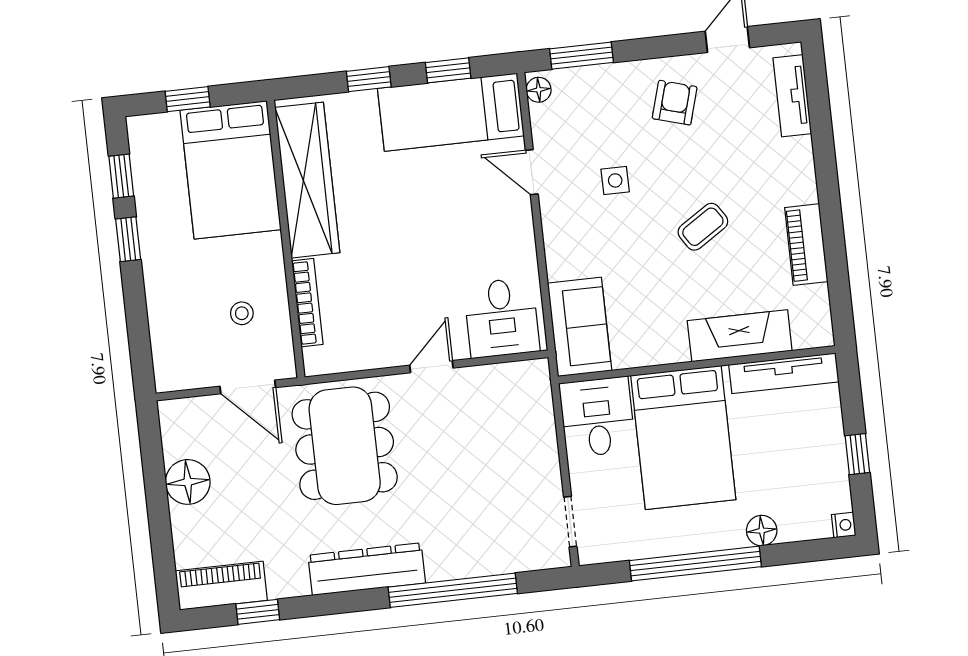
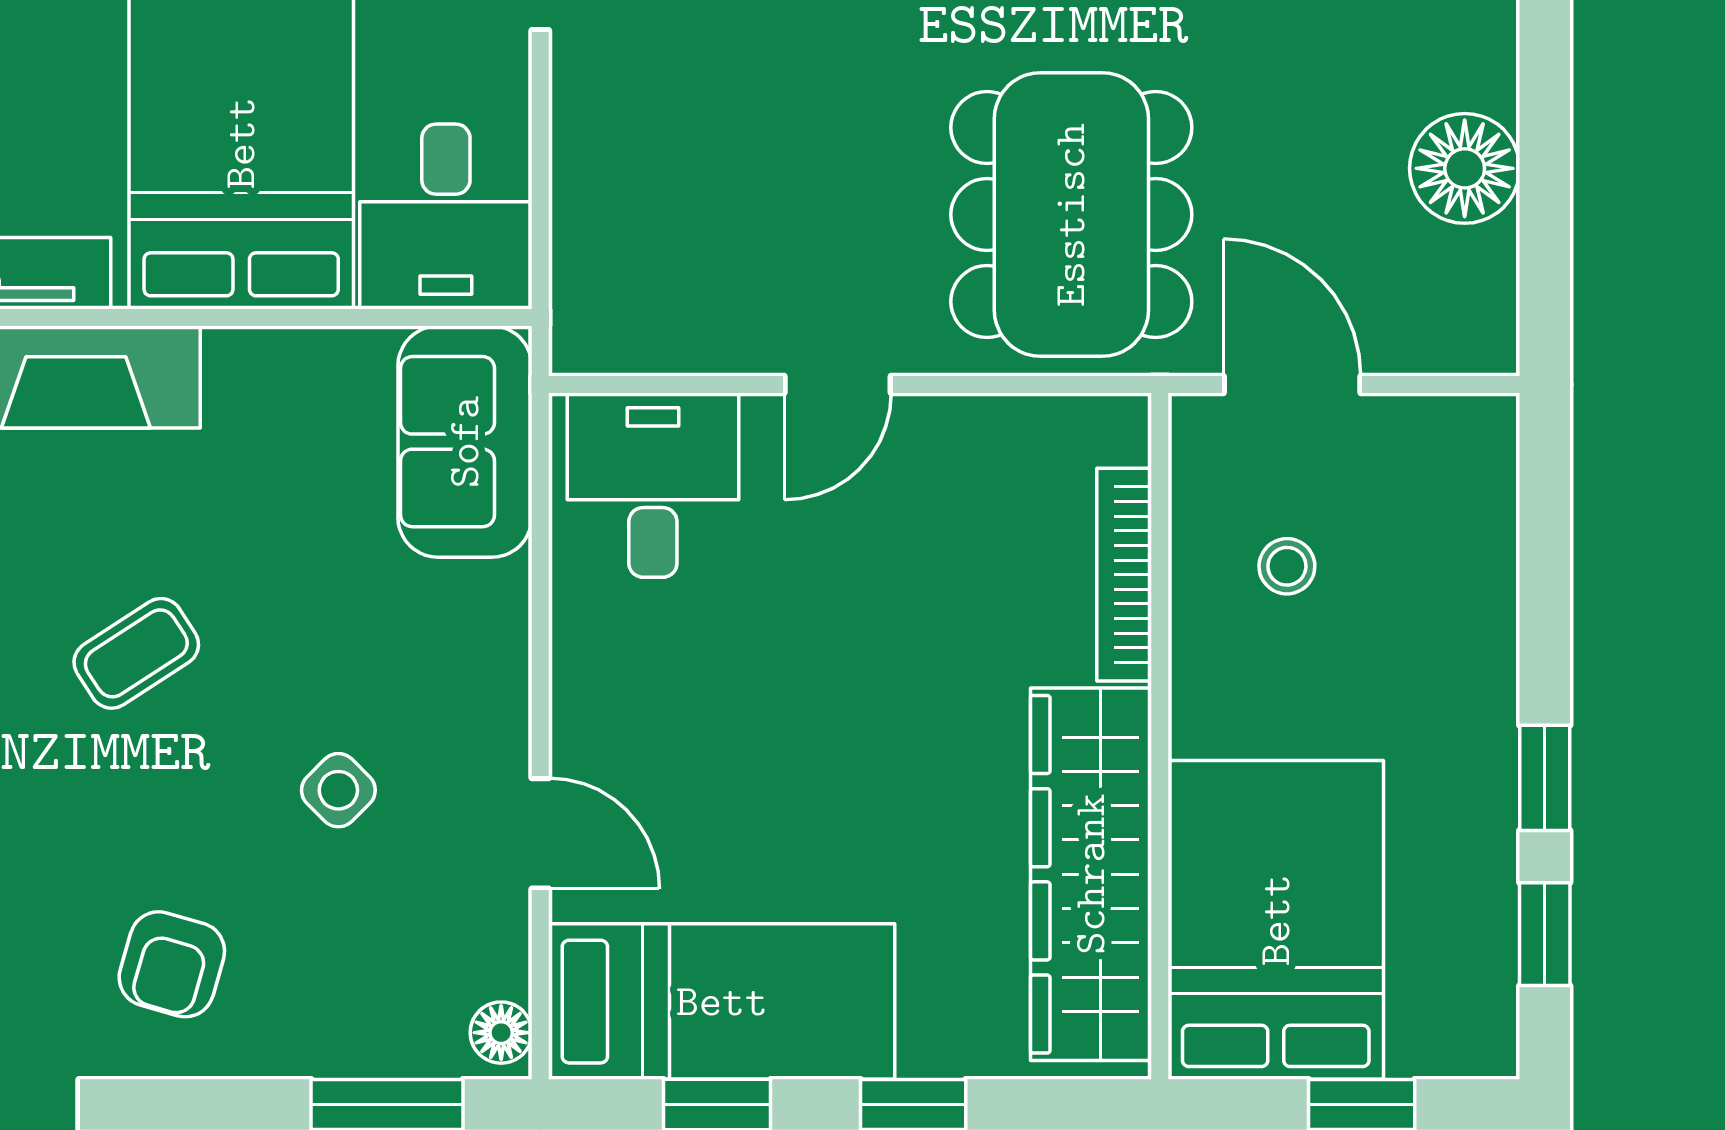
side table: (615, 180) -> (338, 790), turned 45

